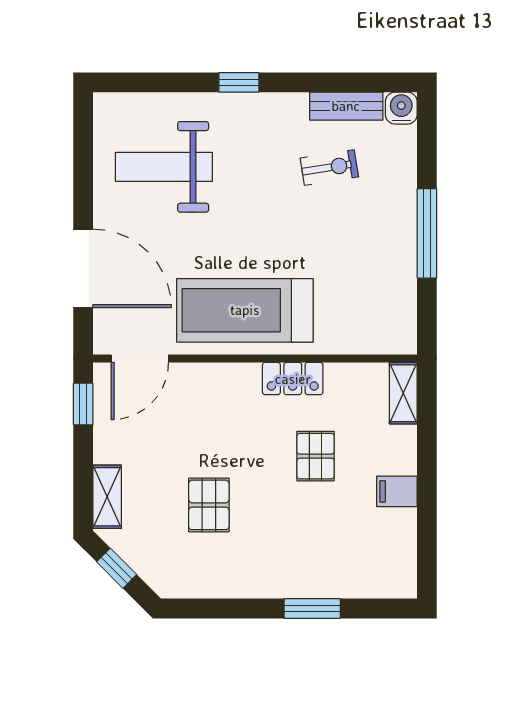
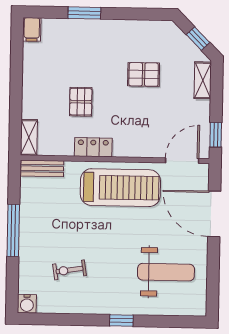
bench: (346, 106) -> (42, 168), moved
filing cabinet: (397, 491) -> (32, 29), moved, turned 90
pallet: (209, 505) -> (144, 74), turned 90

